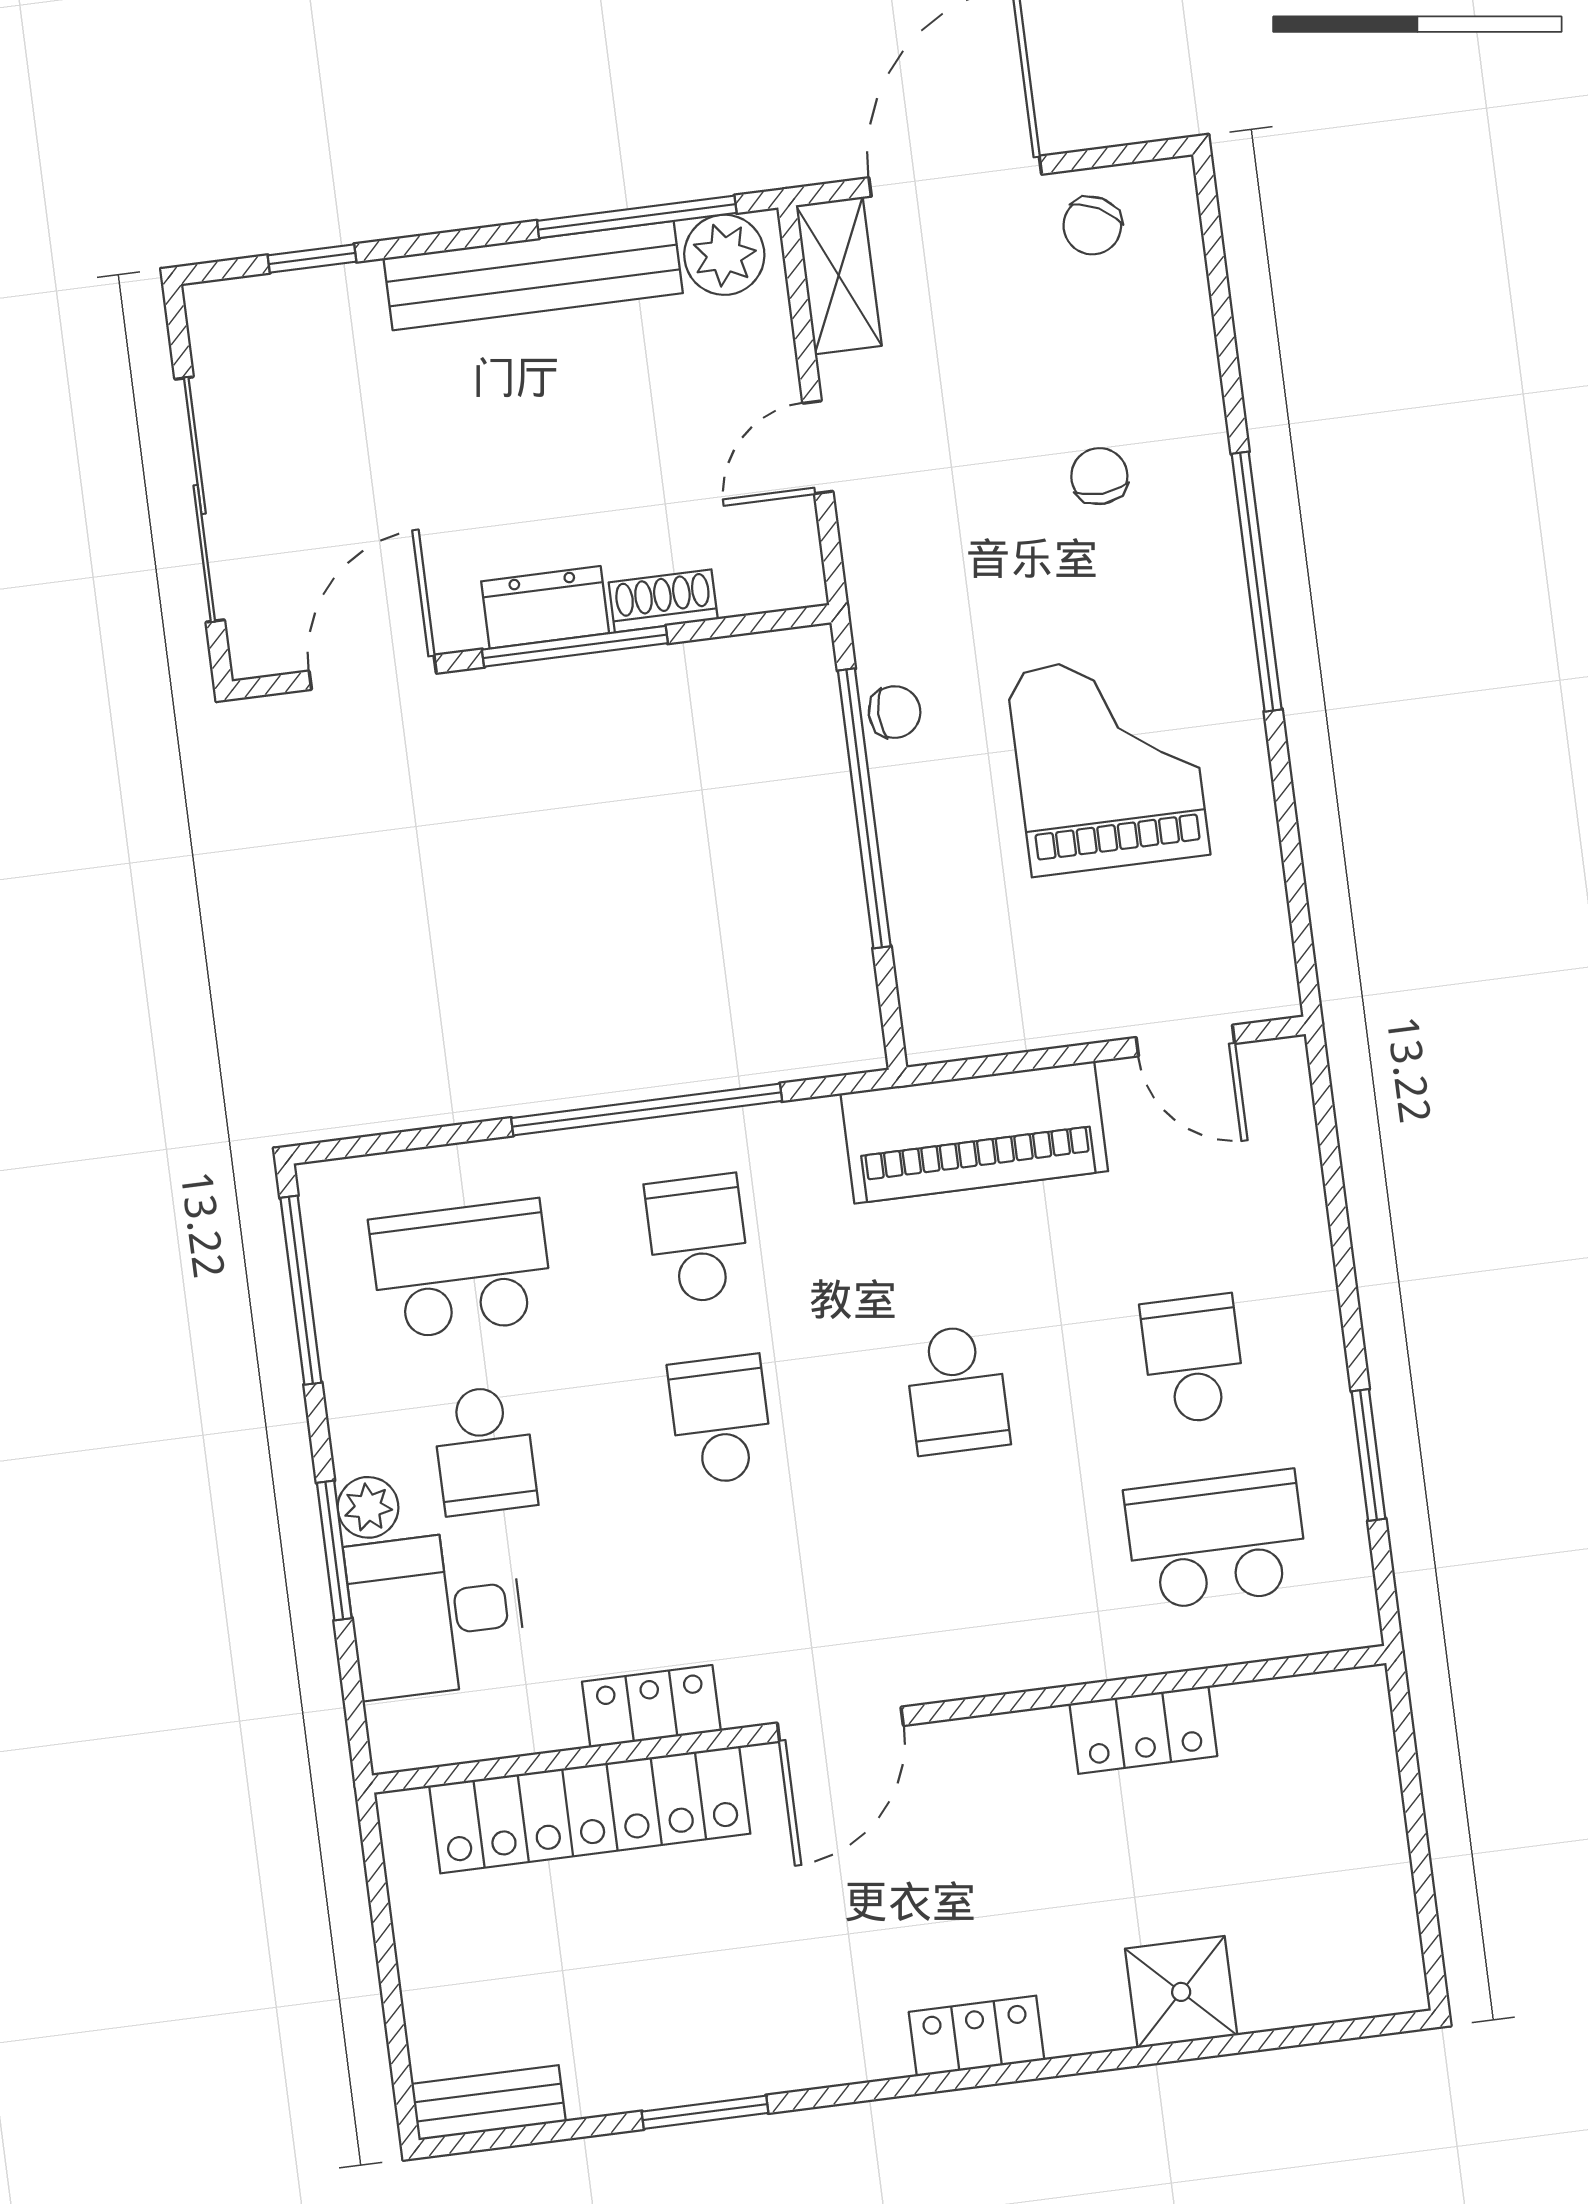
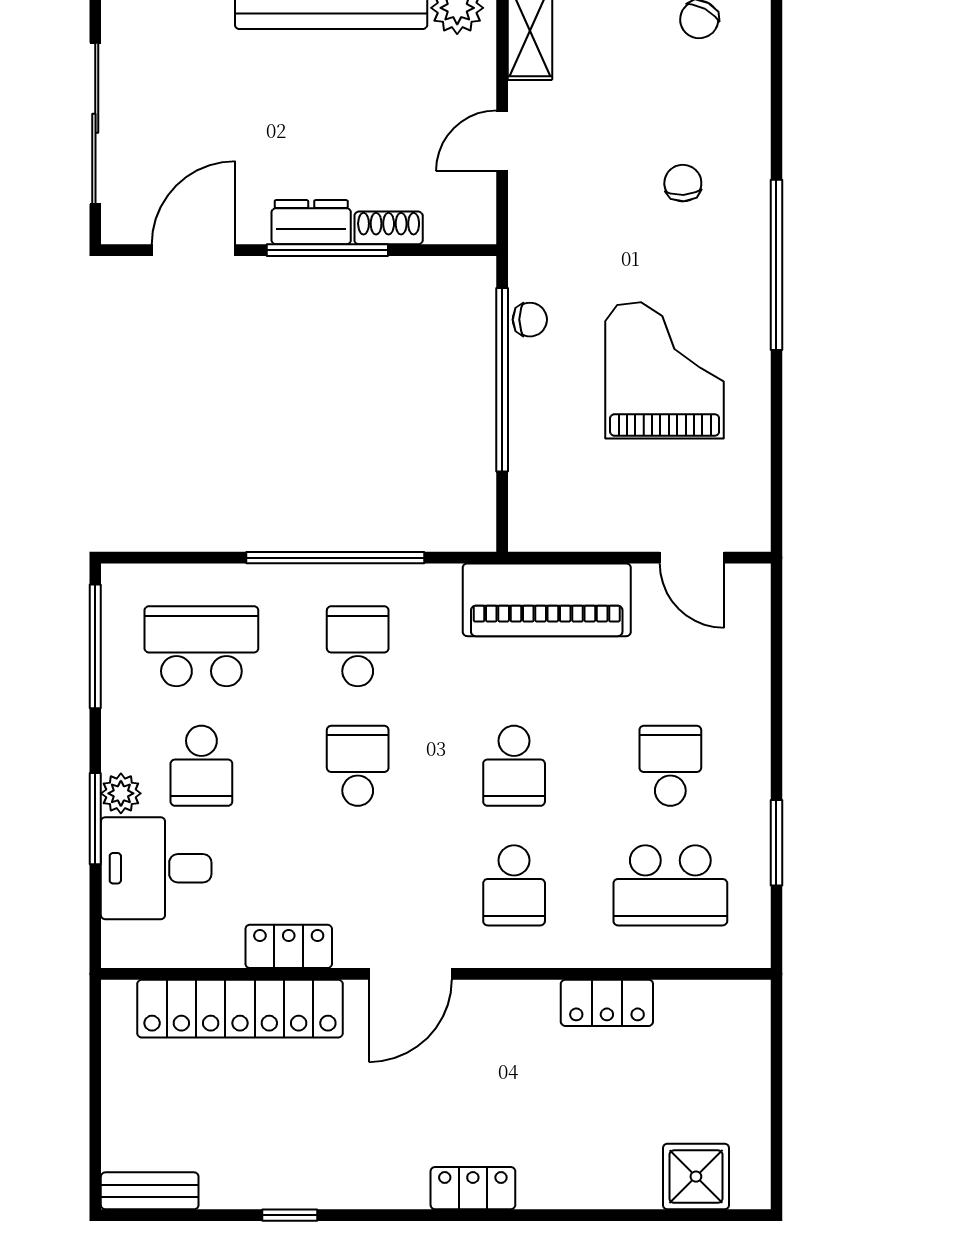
school desk: (1216, 1540) -> (670, 885), turned 180
school desk: (980, 1570) -> (514, 885), added
shower: (1181, 1992) -> (696, 1177), moved
window: (705, 2112) -> (290, 1215), width x0.67

